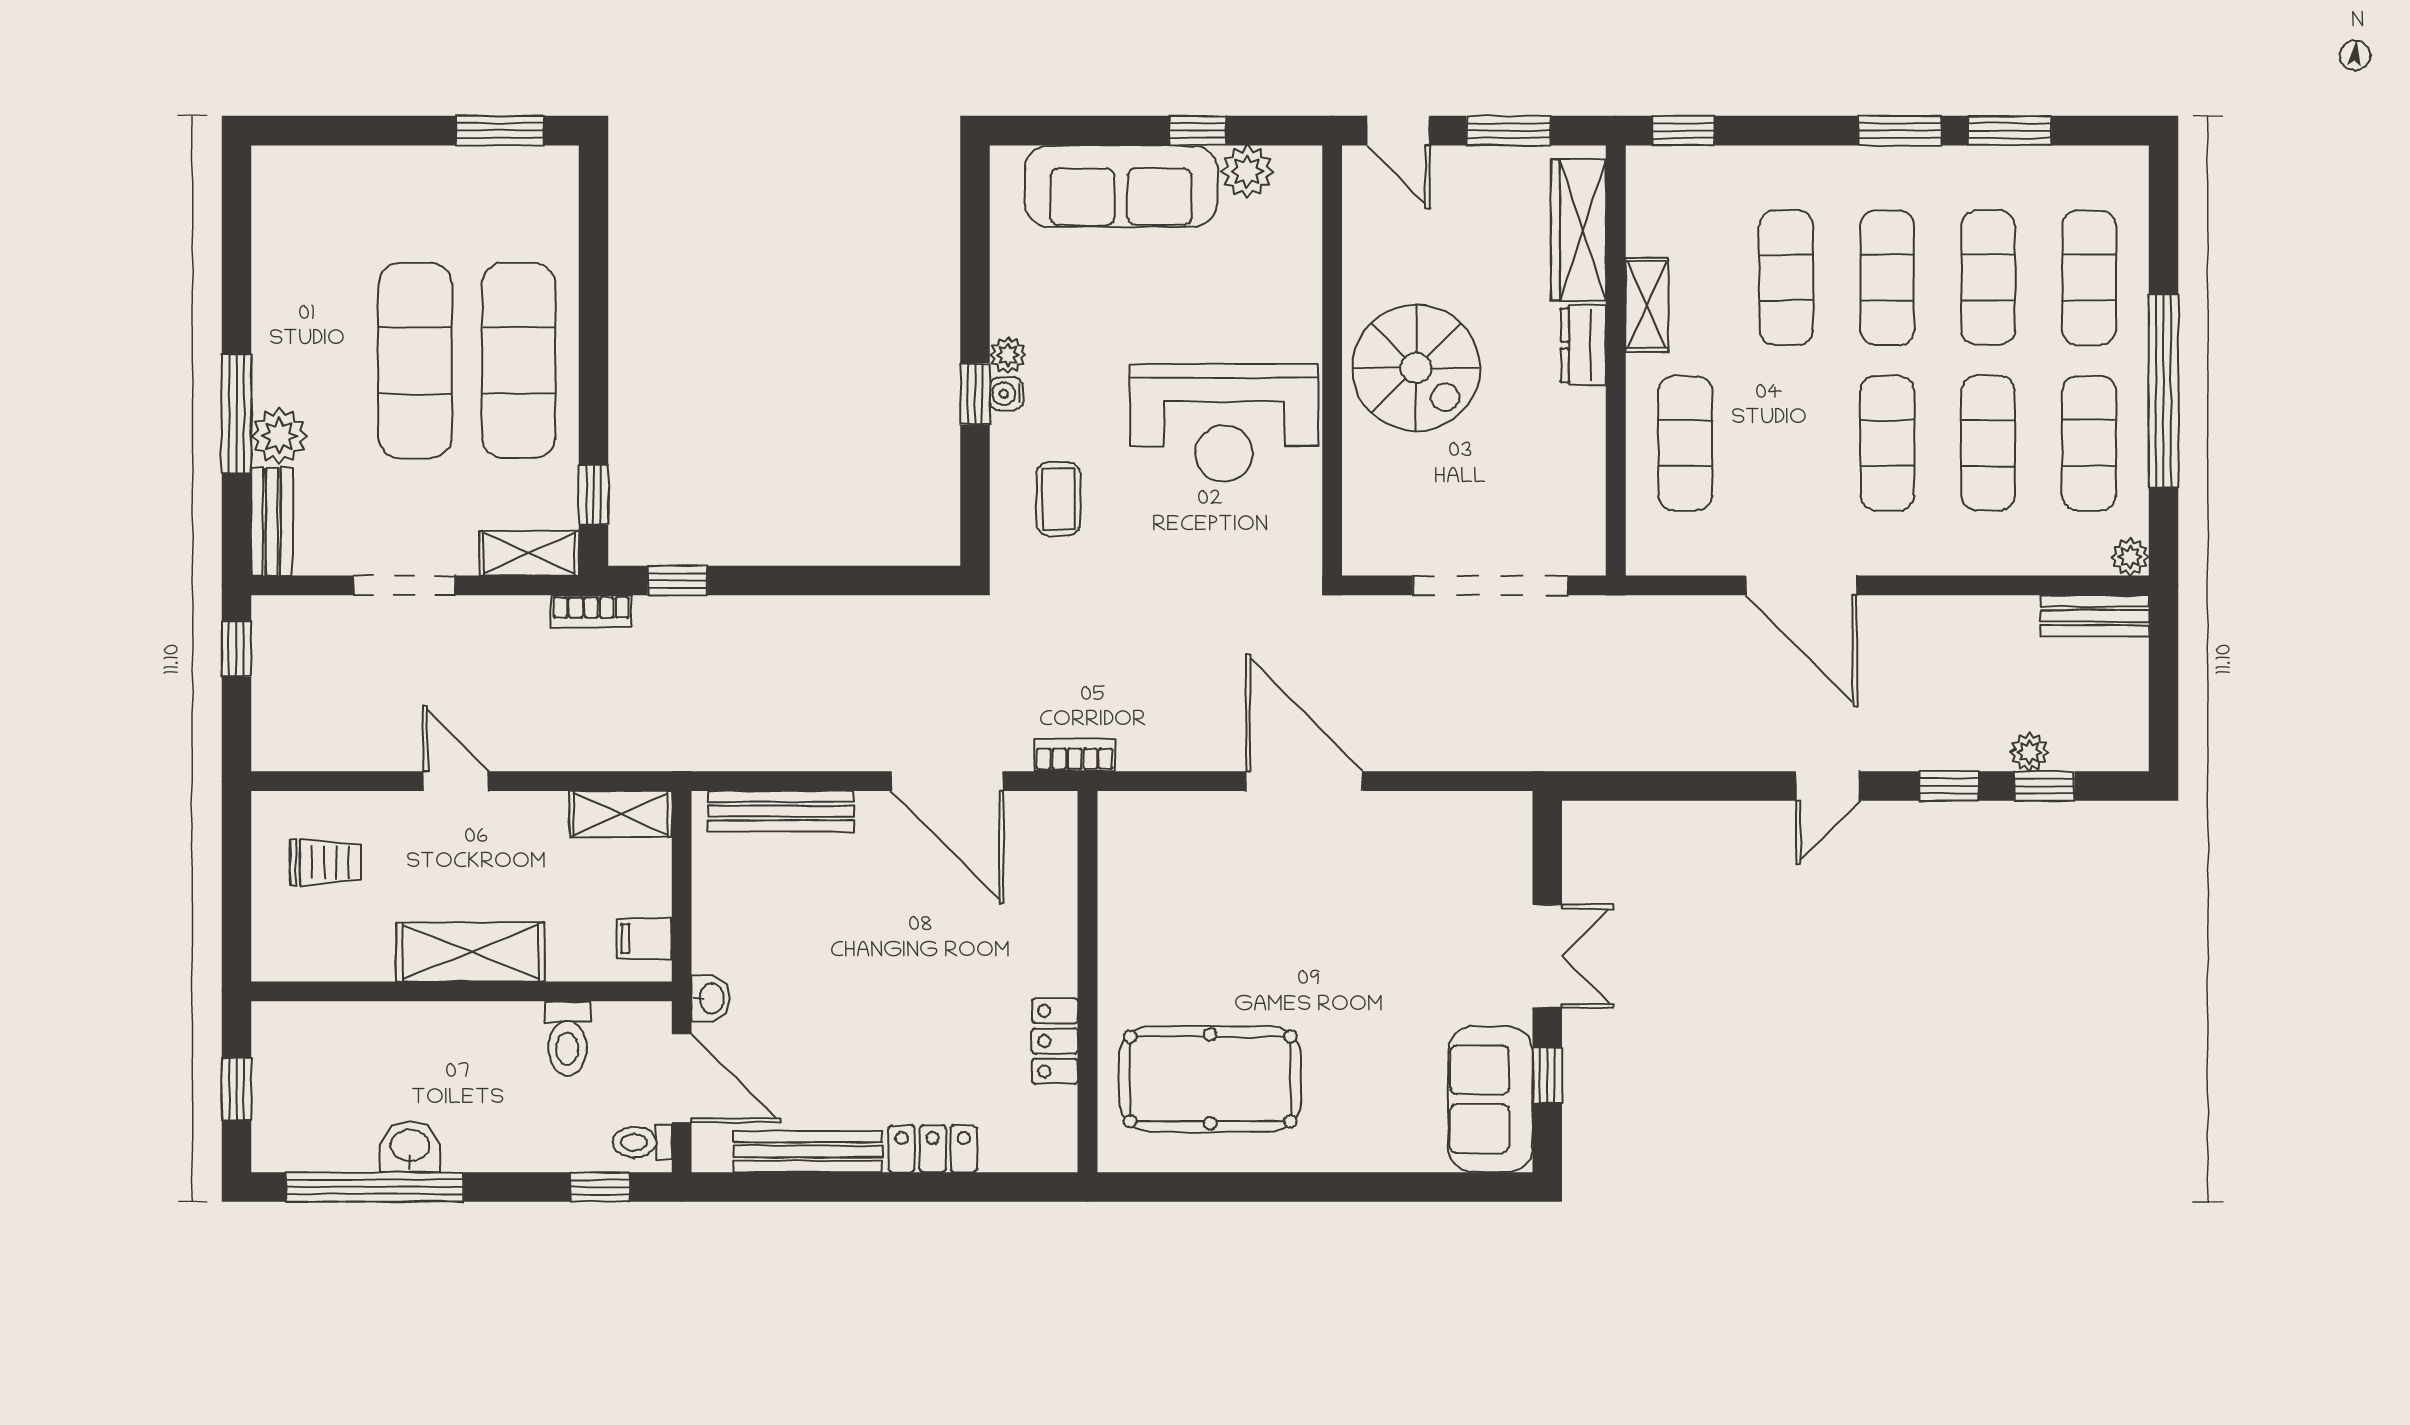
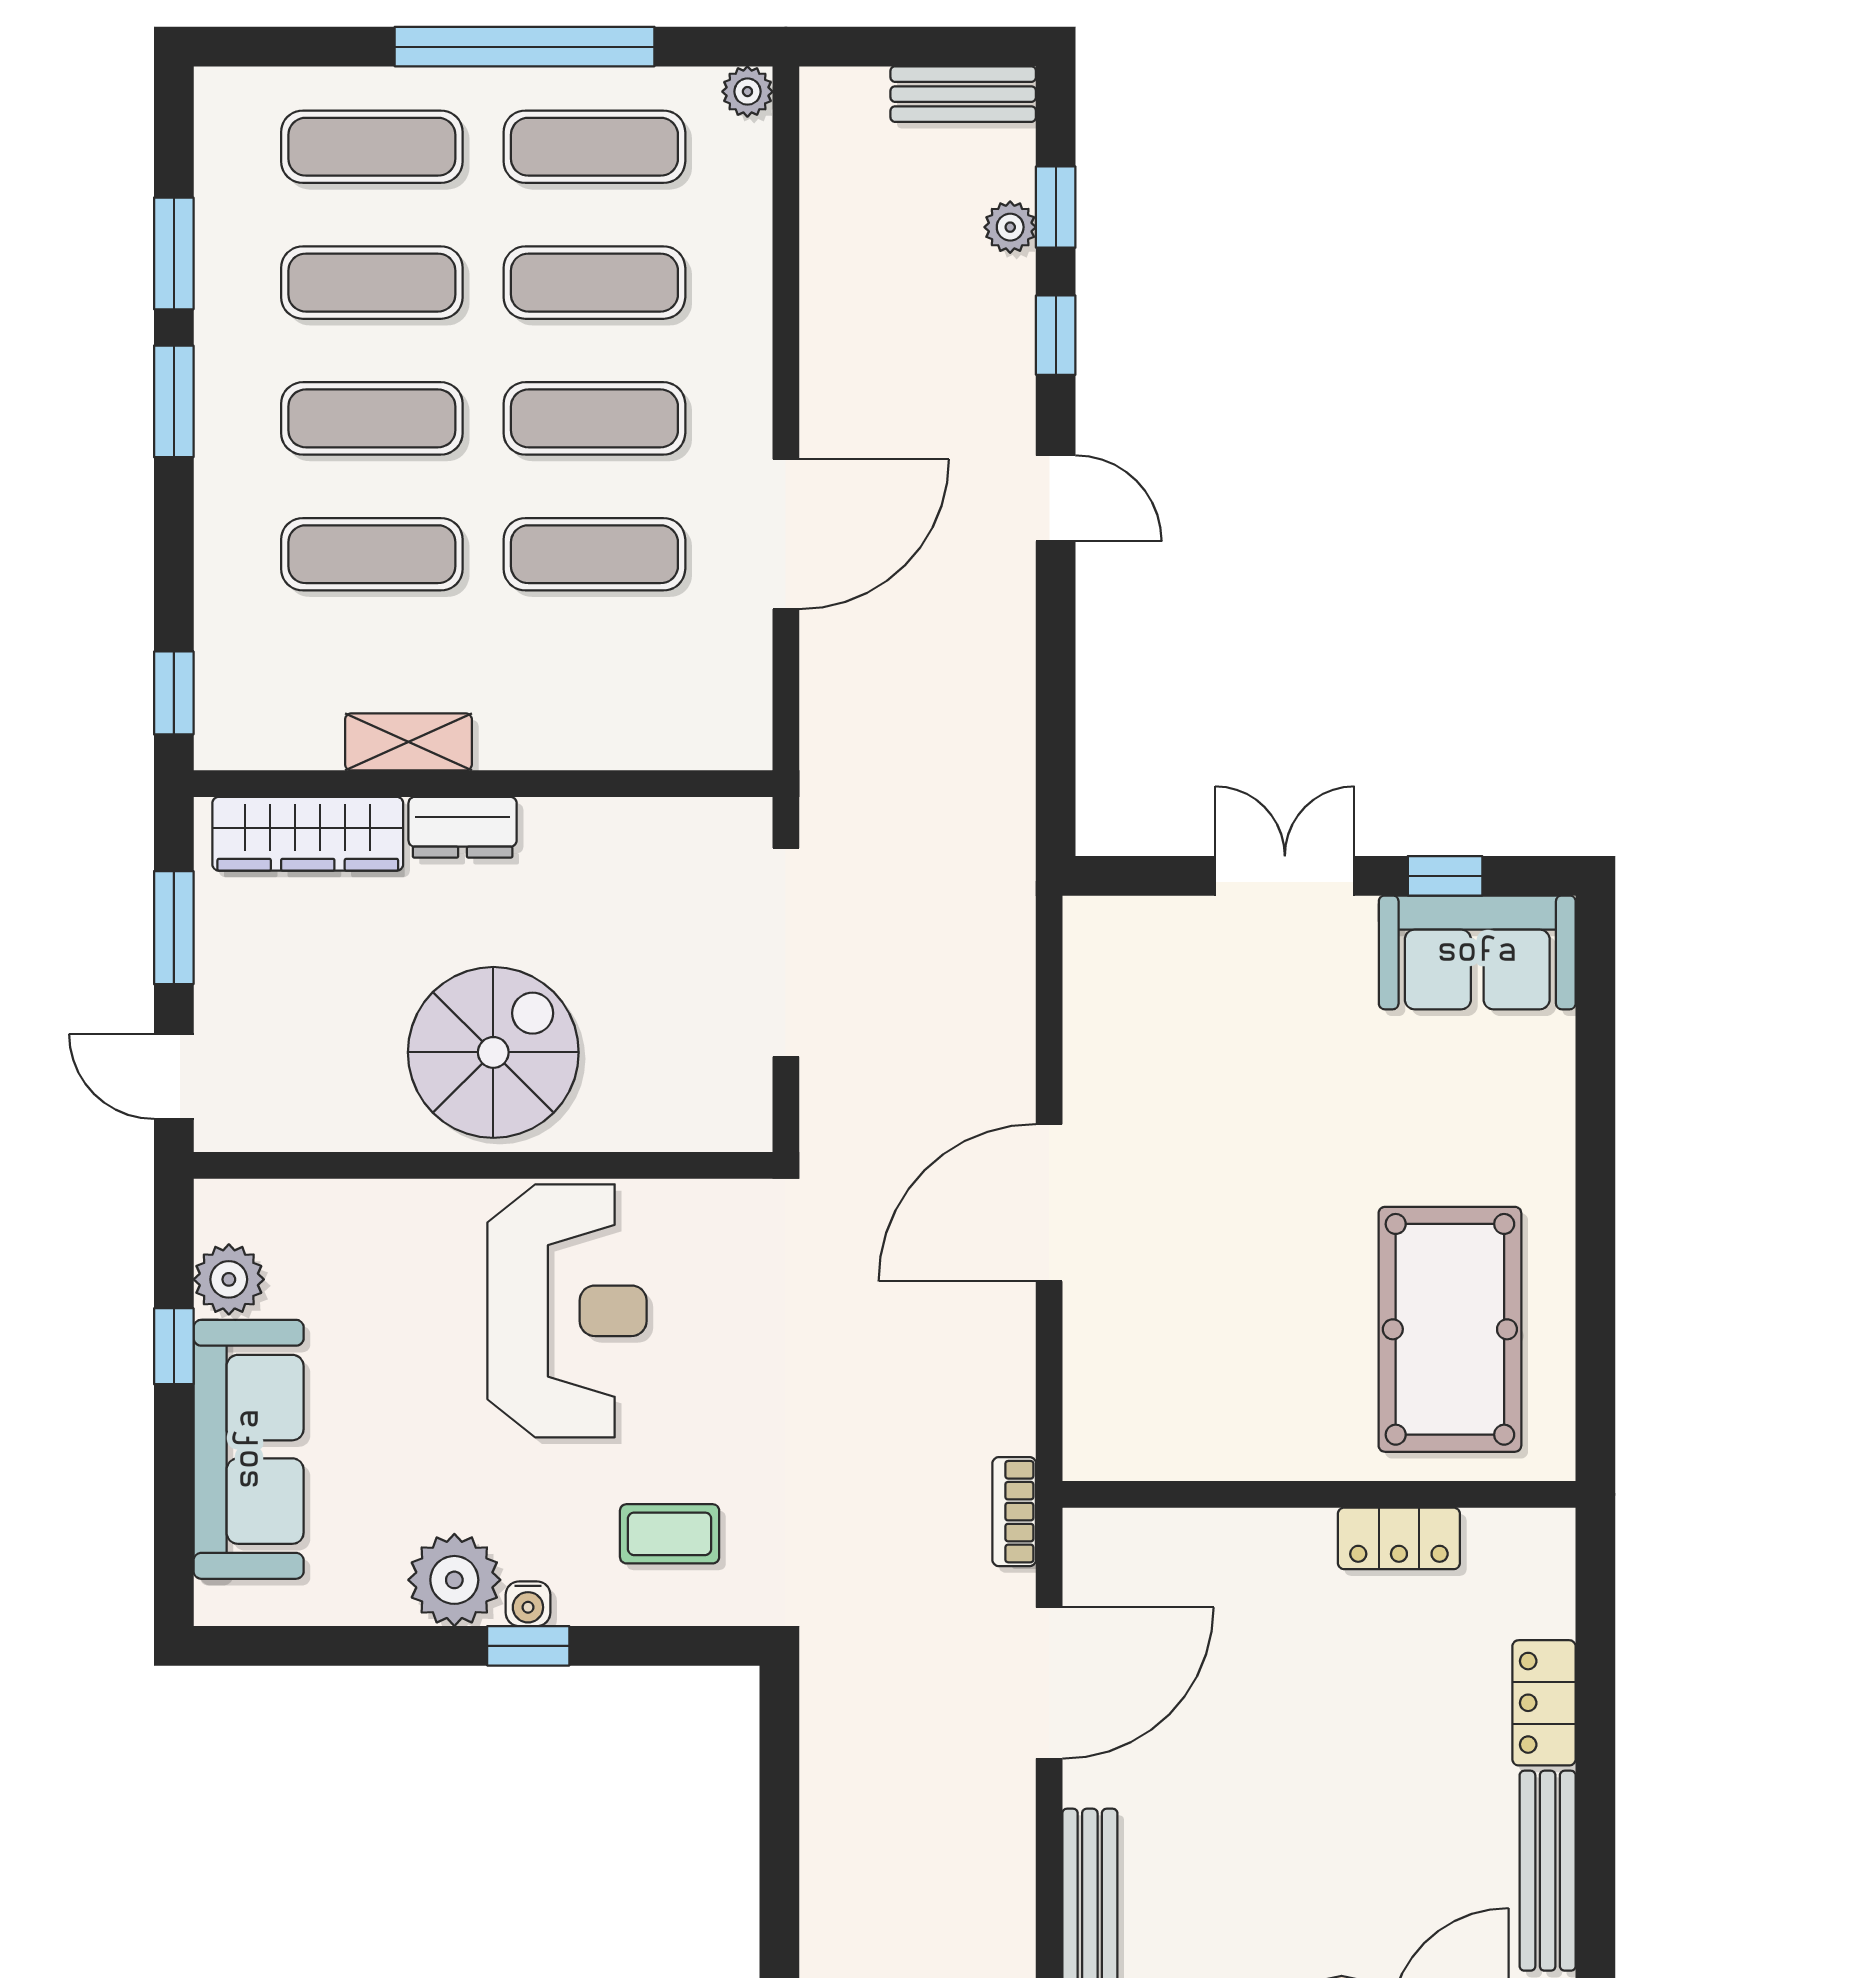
door: (1398, 131) -> (174, 1076), swing flipped
plant: (1008, 355) -> (454, 1580), width x1.88, depth x1.88
exercise mat: (1685, 443) -> (594, 554), moved
bench: (2095, 616) -> (963, 94), moved, turned 90

